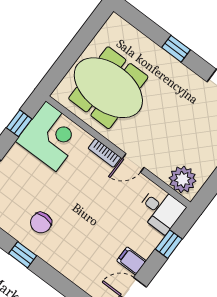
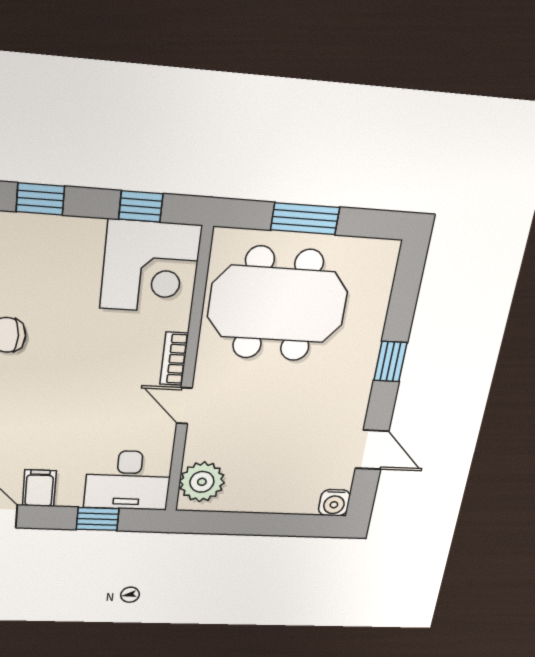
window: (73, 52) -> (305, 219), added
meeting table: (108, 88) -> (278, 304), turned 90
desk: (161, 210) -> (128, 480), width x1.37

